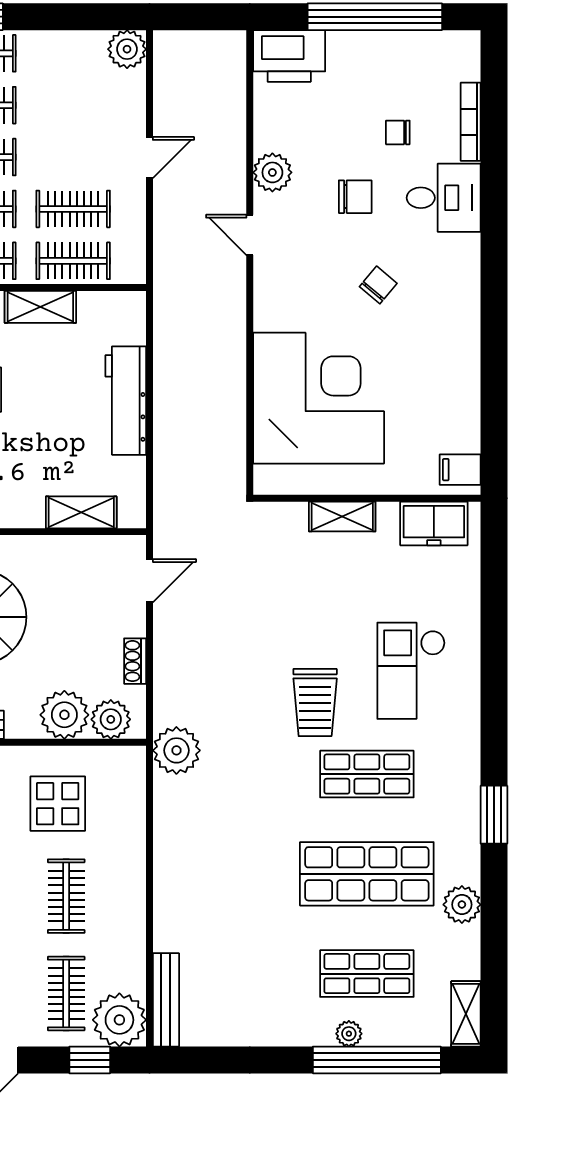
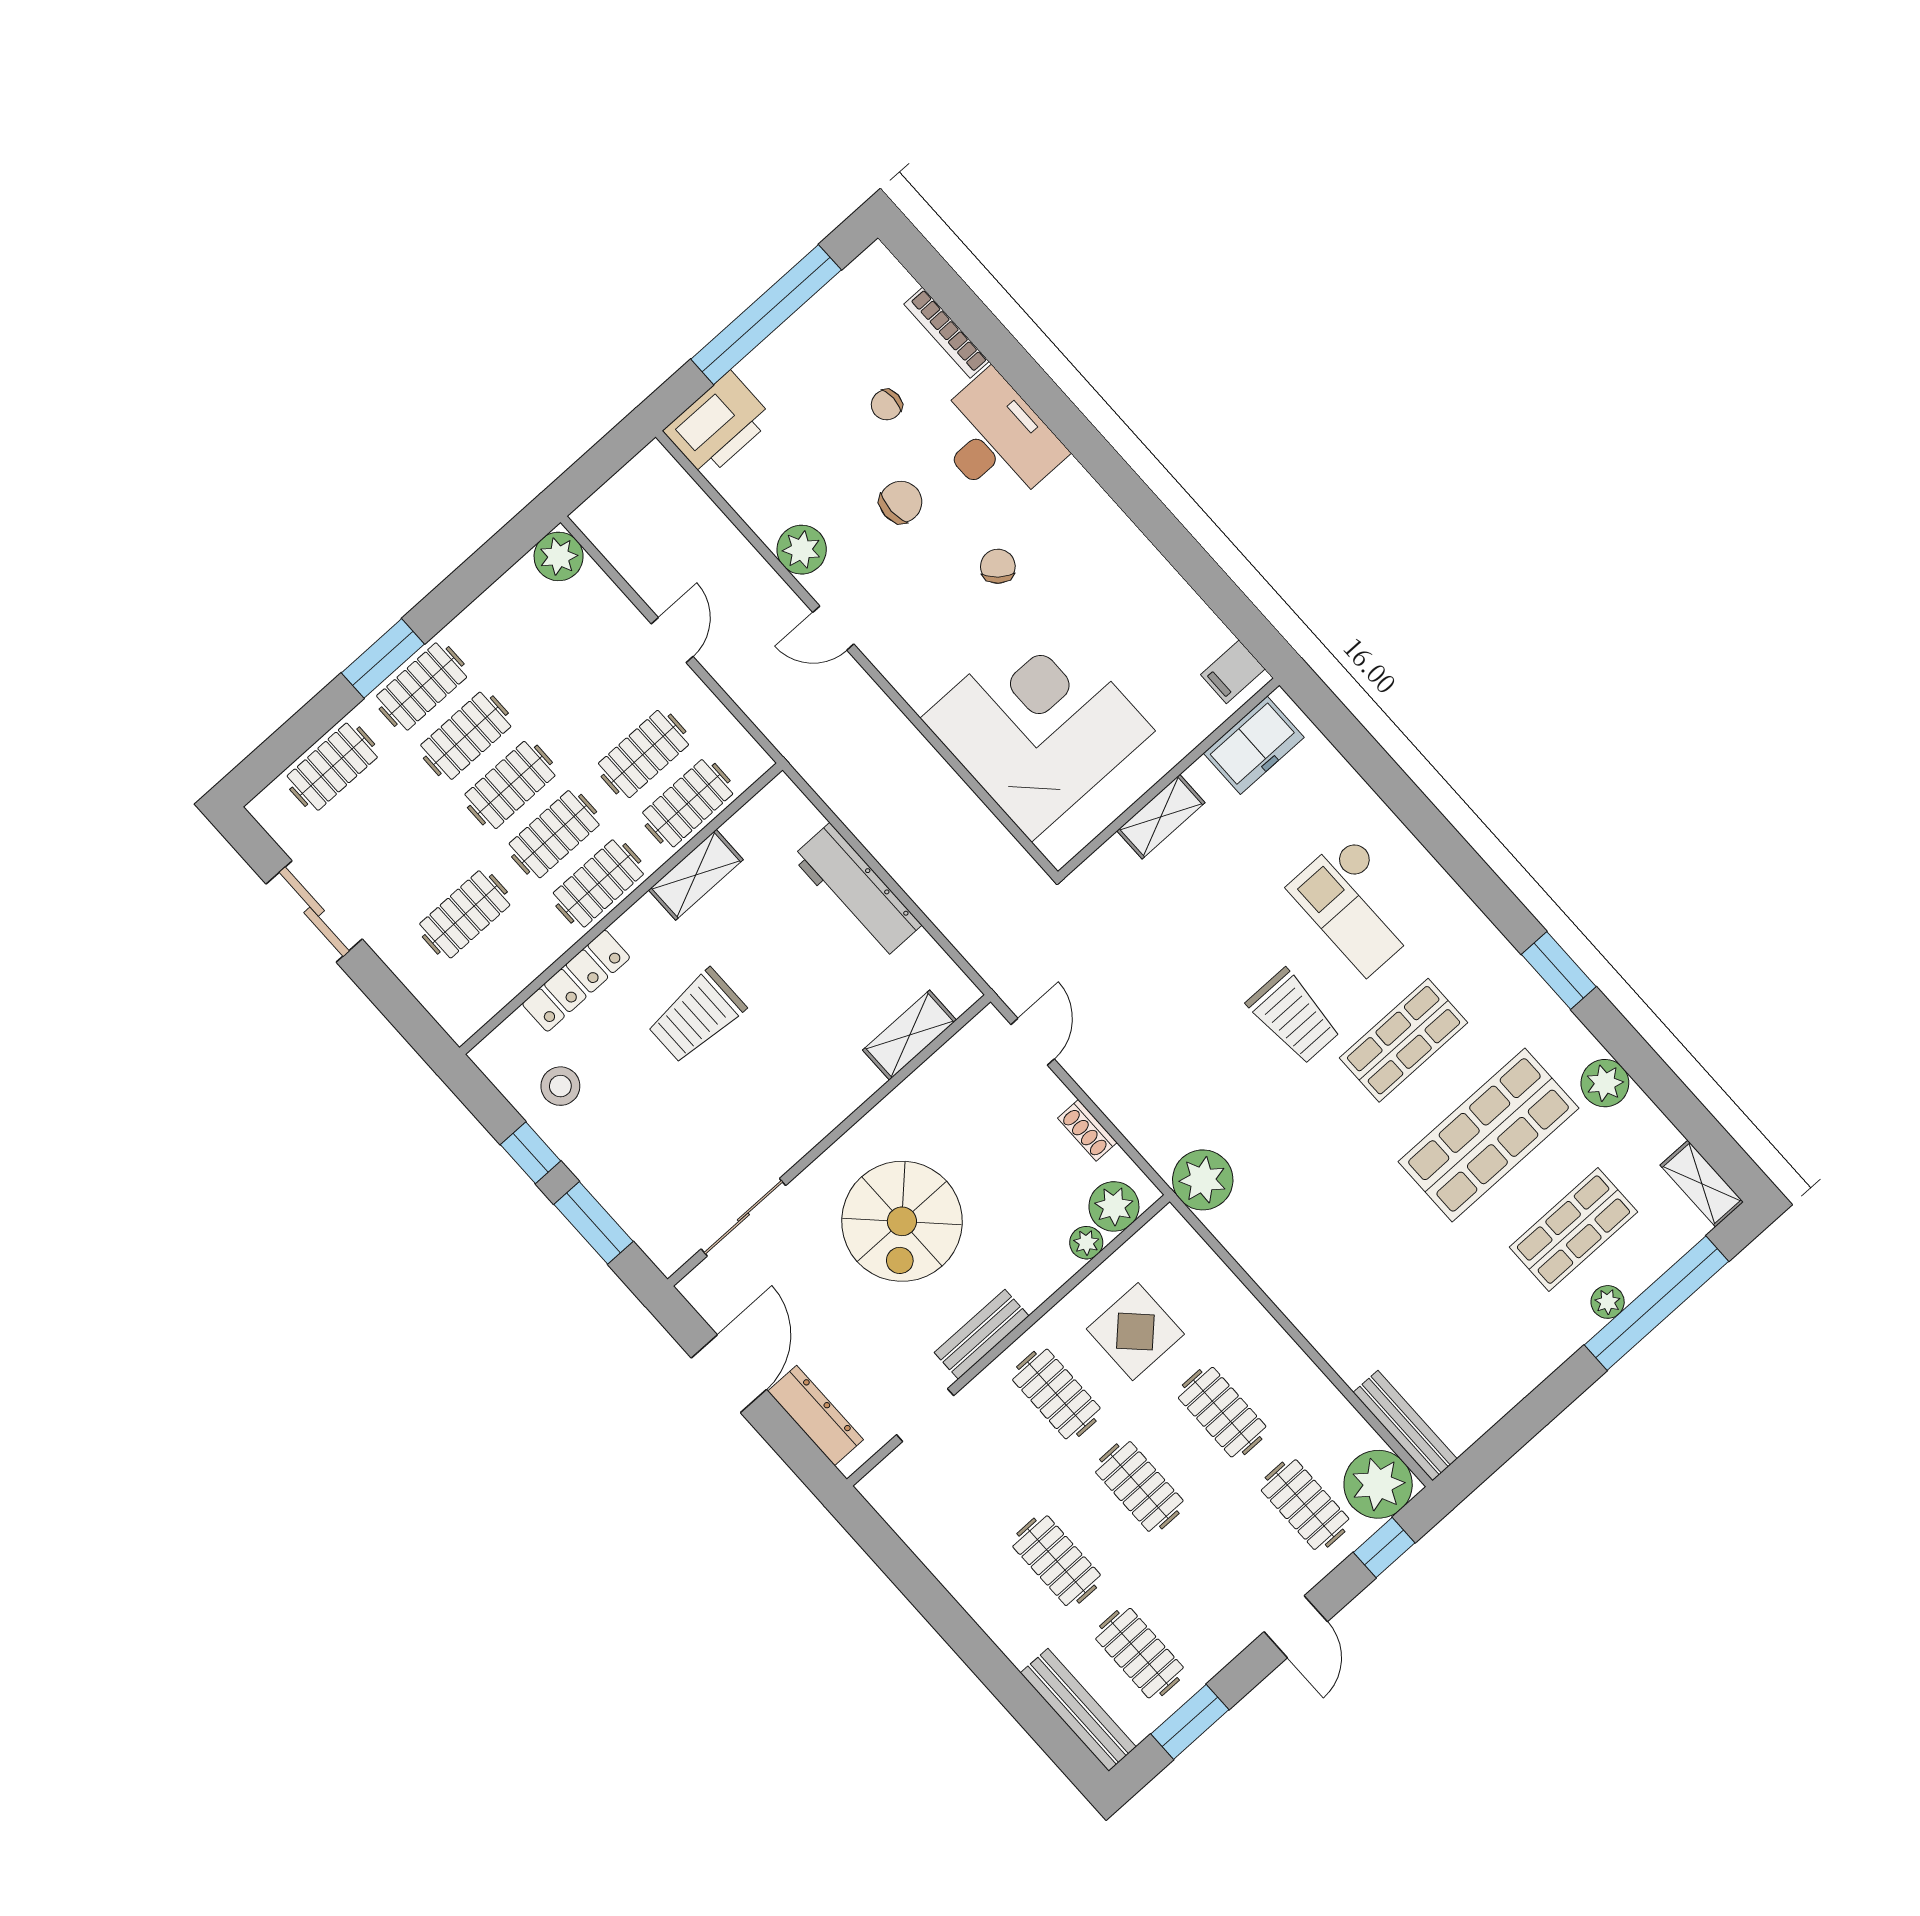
desk: (444, 198) -> (997, 440), width x1.37
plant: (64, 715) -> (1086, 1243), width x0.53, depth x0.53

